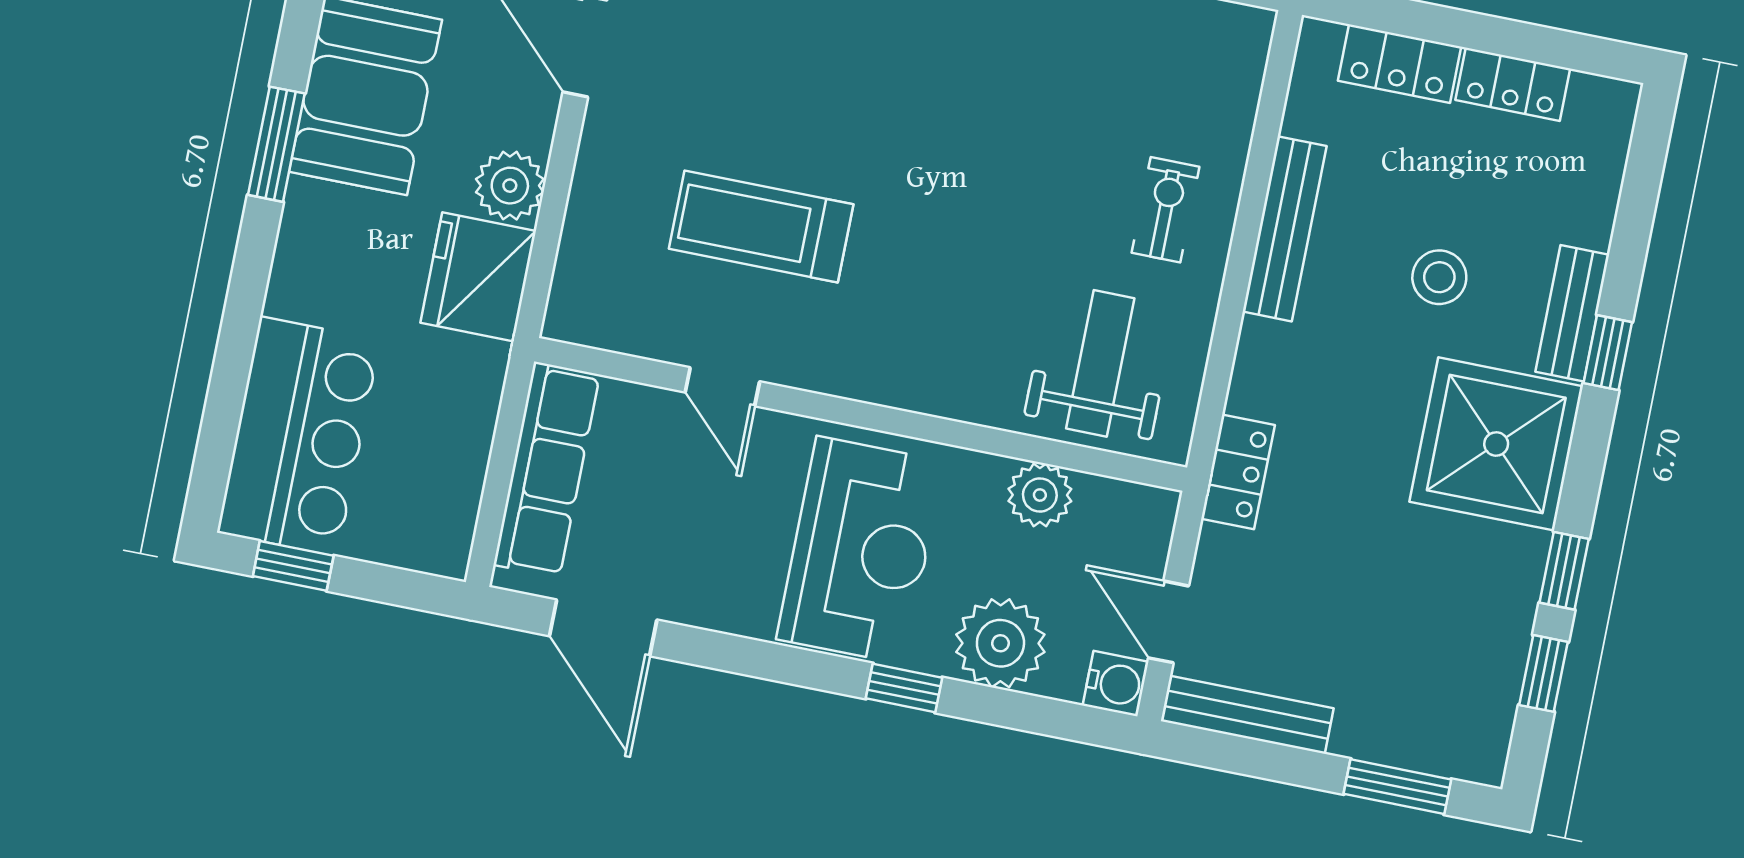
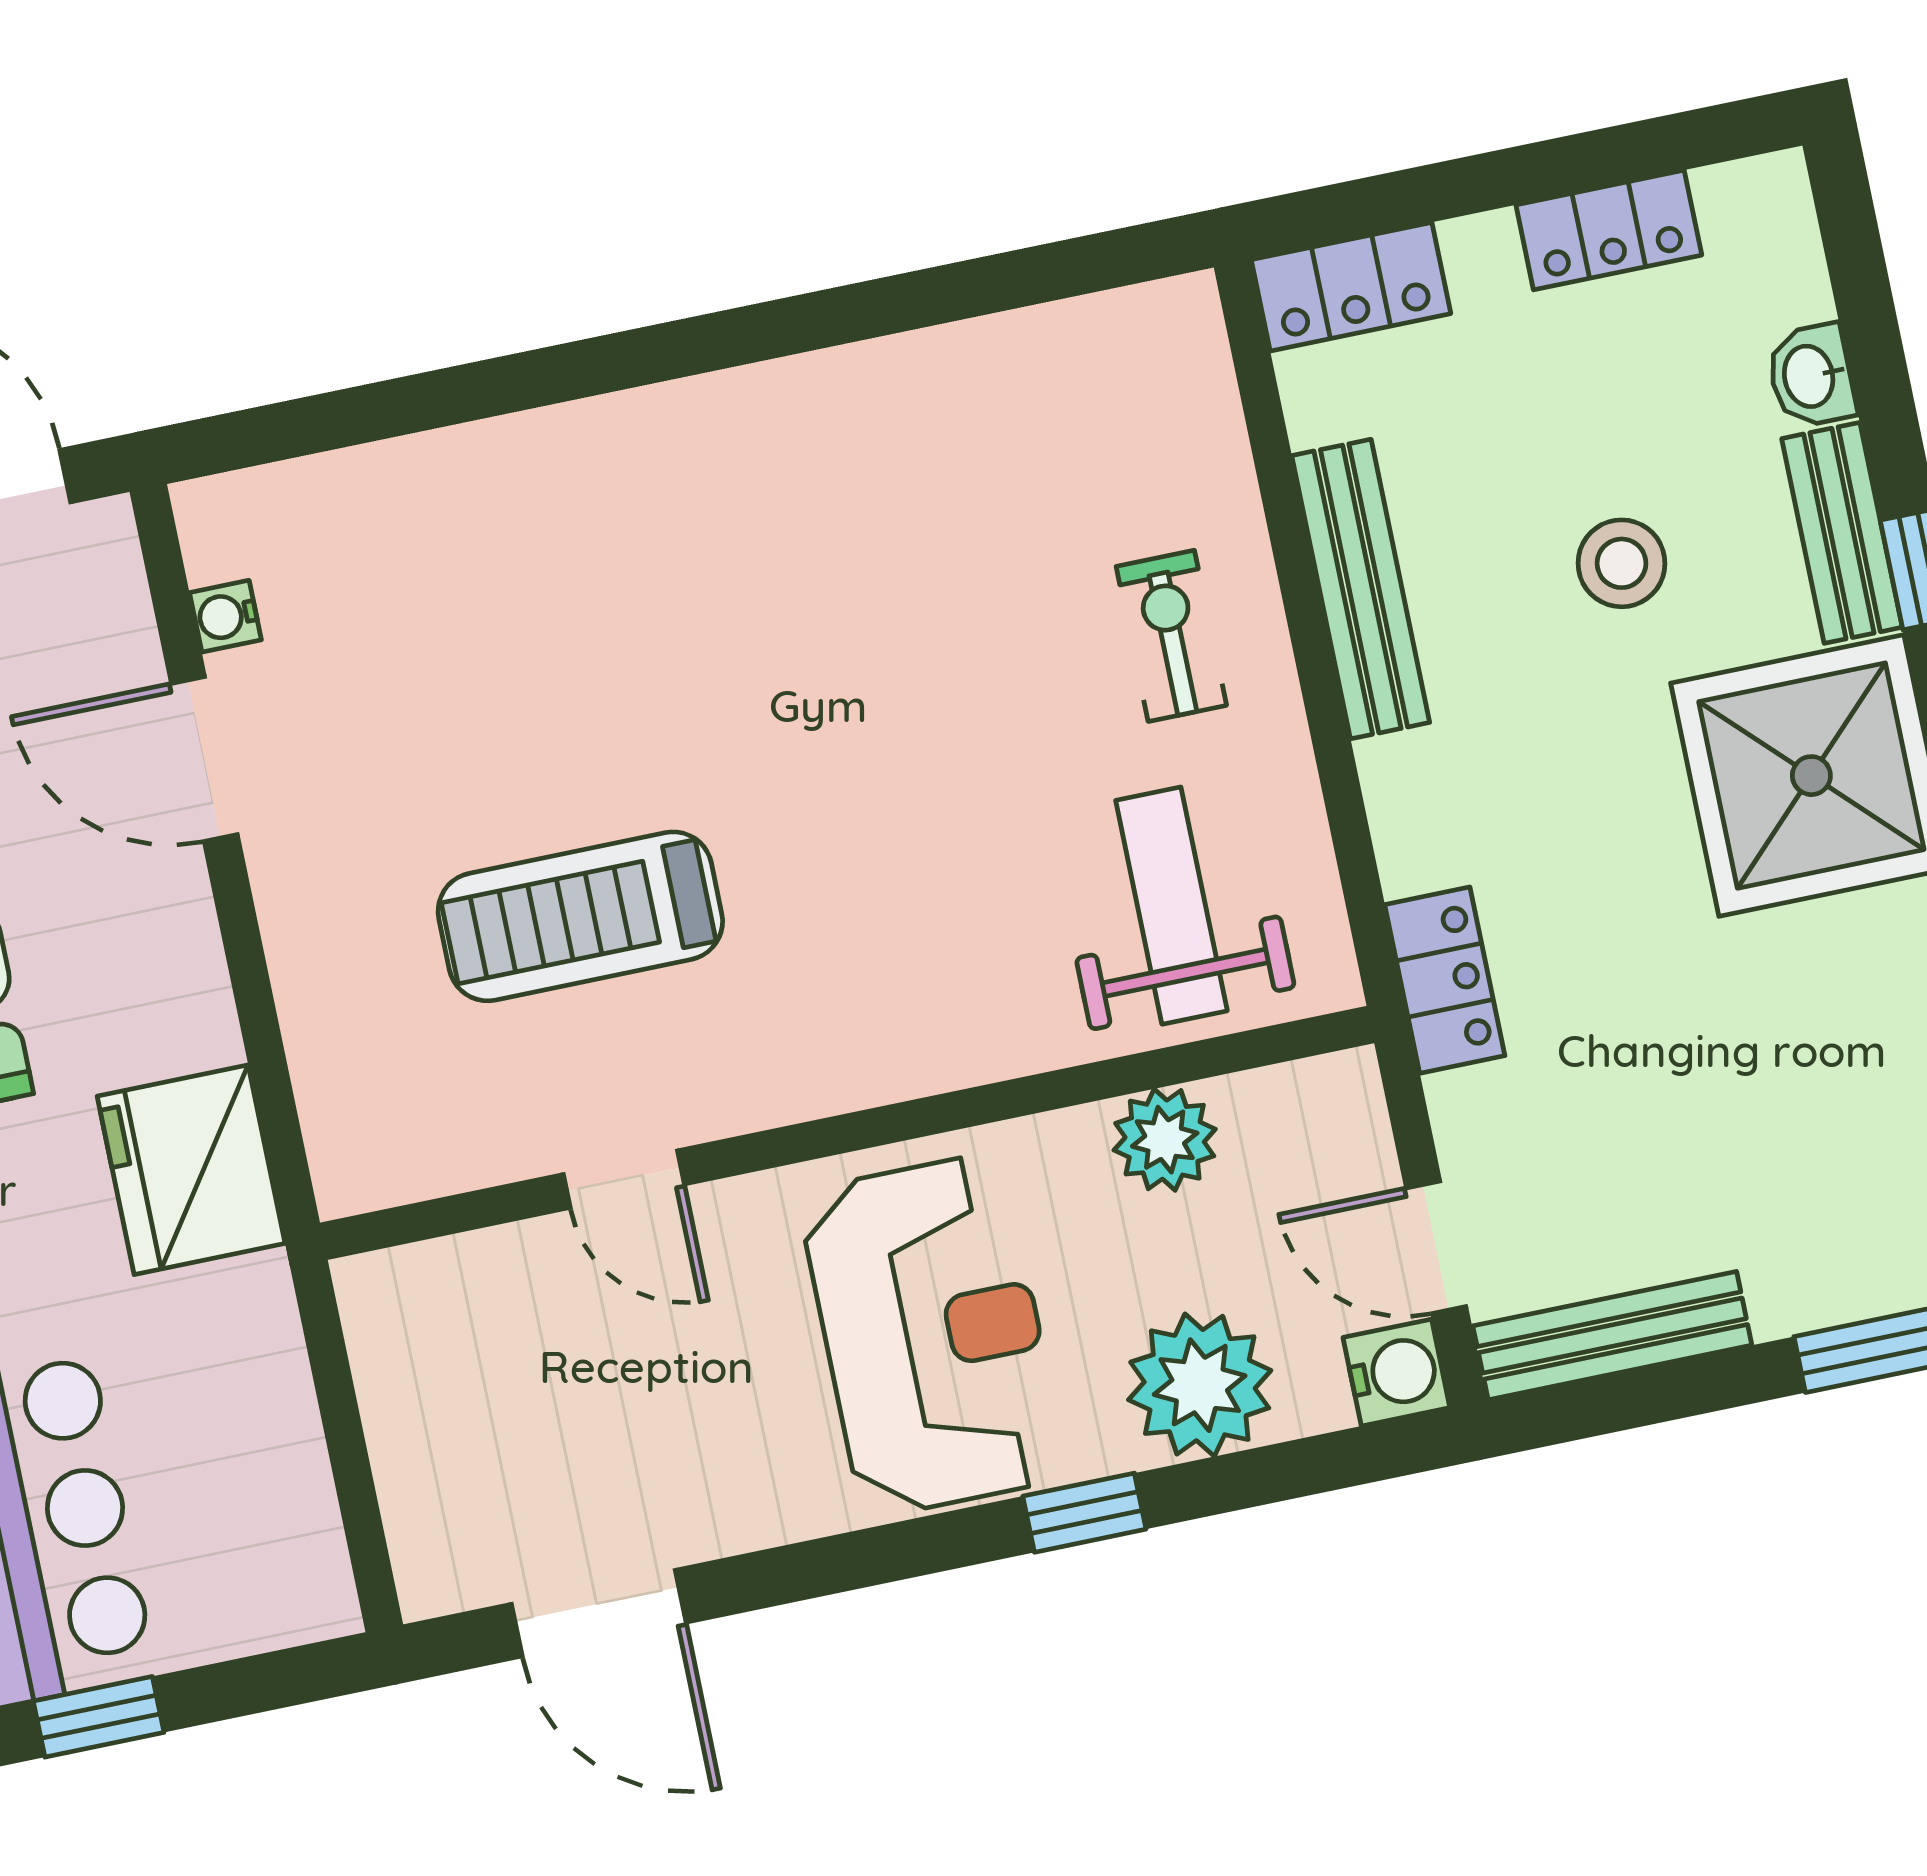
locker: (1400, 64) -> (1351, 287), moved
plant: (510, 186) -> (181, 1014), removed
washbasin: (1592, 216) -> (1811, 376), added
row of seats: (547, 470) -> (415, 1413), removed

